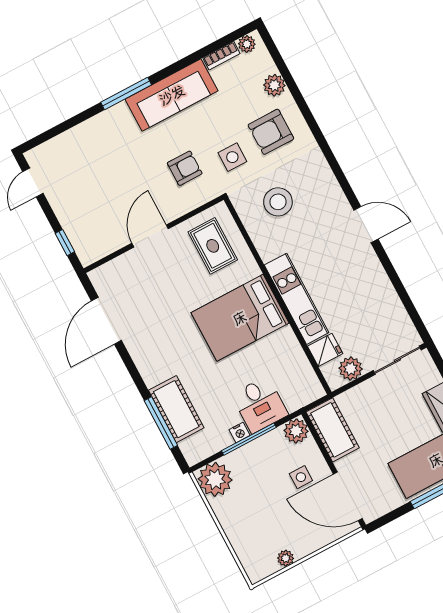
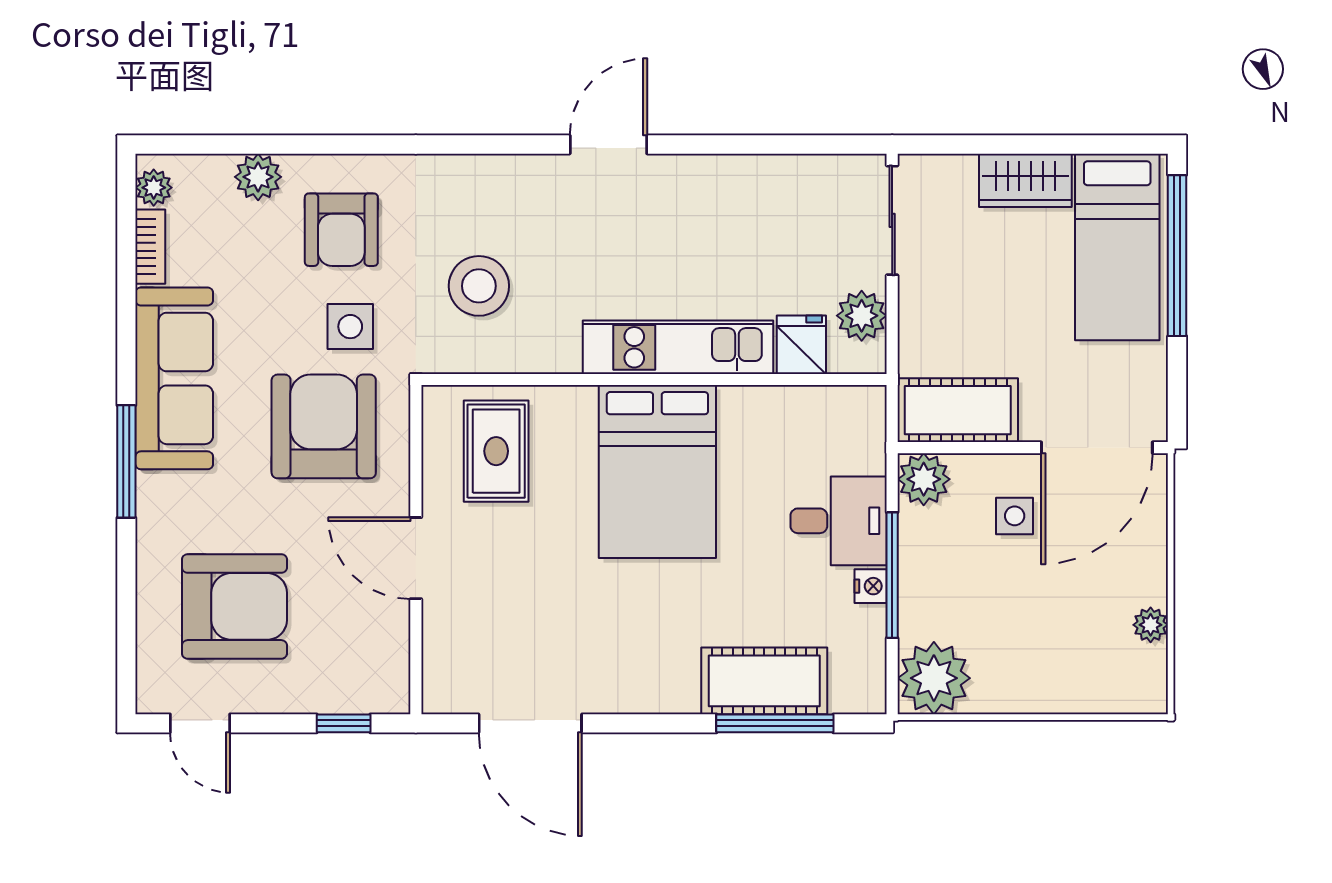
armchair: (185, 168) -> (324, 426), width x1.88, depth x1.88
armchair: (90, 171) -> (234, 606), added
rug: (213, 246) -> (496, 451), turned 90

